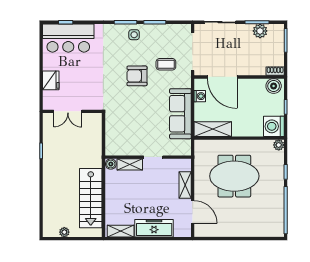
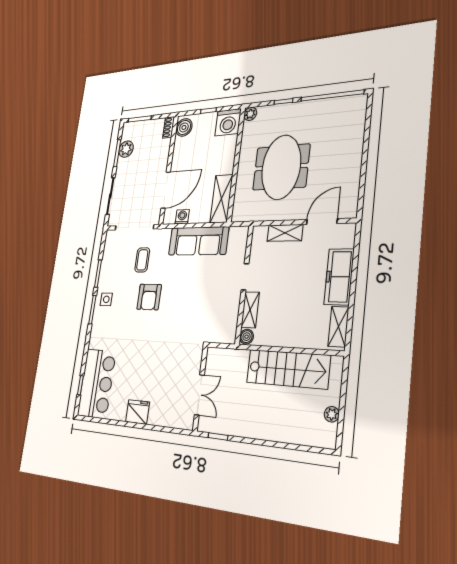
double door: (68, 111) -> (199, 395), moved
wall: (72, 111) -> (200, 388), moved

